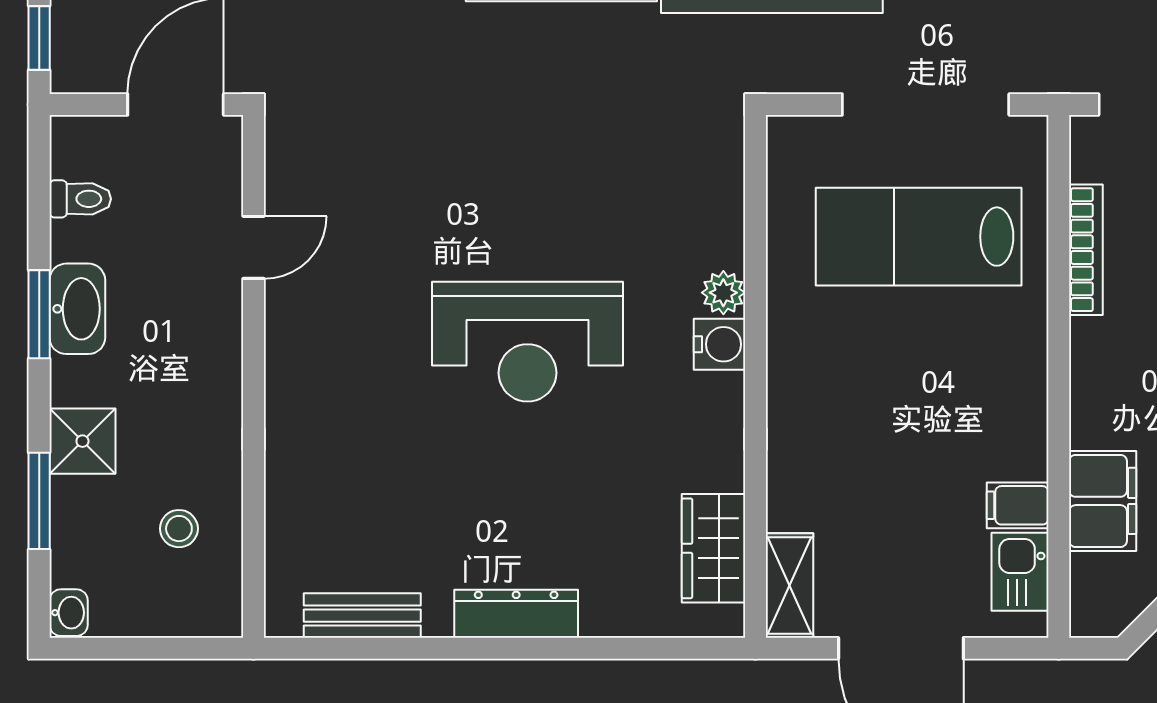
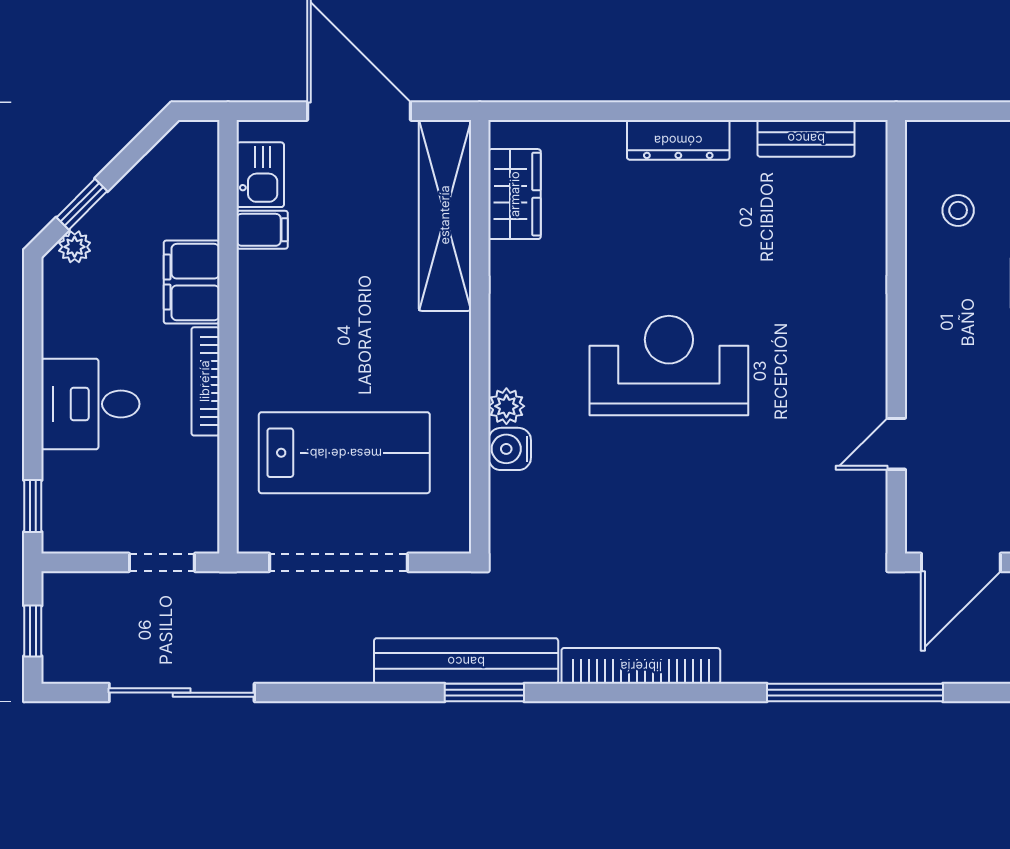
bookcase: (1086, 250) -> (205, 381), moved
water cooler: (719, 344) -> (510, 449), moved
filing cabinet: (1103, 501) -> (192, 282), moved
shelving: (790, 585) -> (445, 215), width x2.20, depth x1.33

